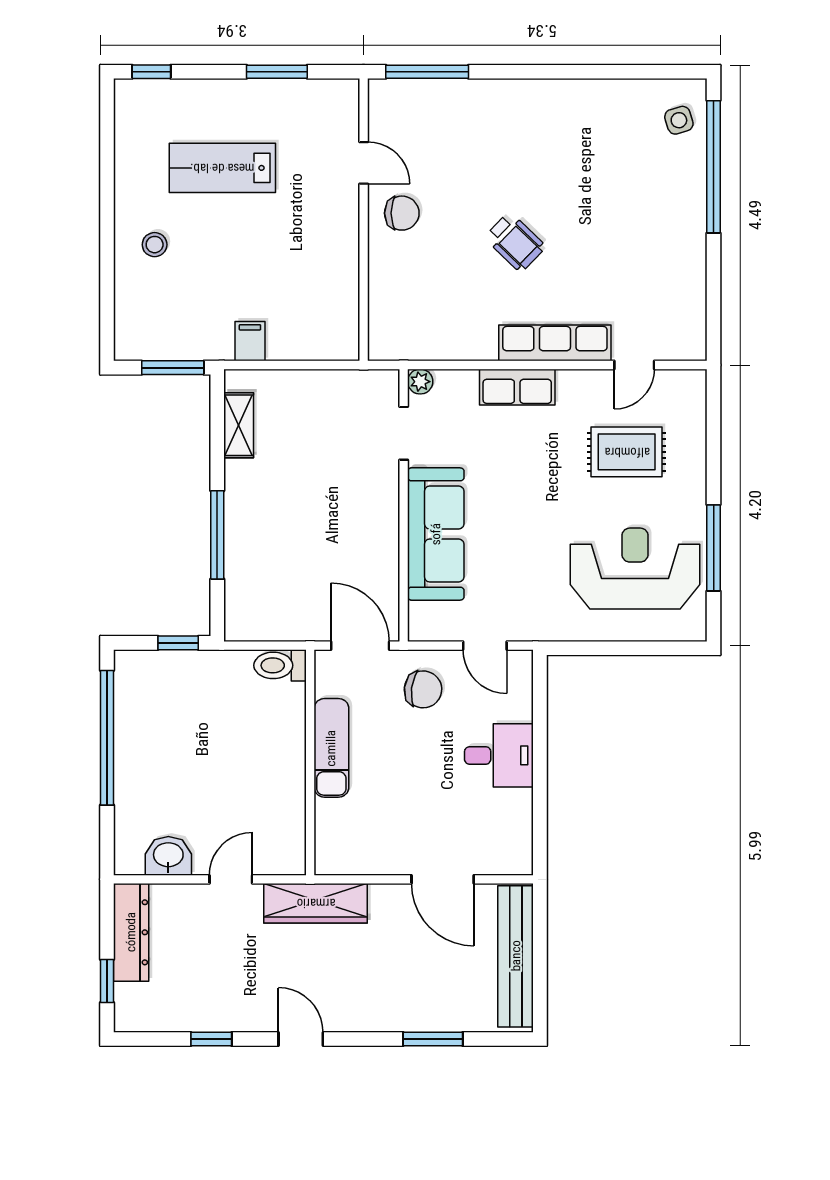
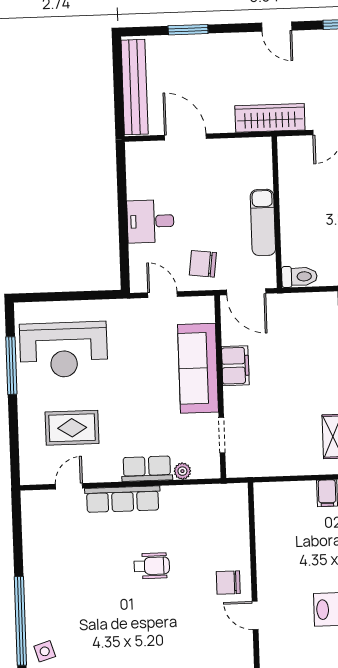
wheelchair: (515, 242) -> (152, 566), turned 136
plant: (420, 382) -> (182, 471), moved
filing cabinet: (380, 536) -> (235, 366), added

